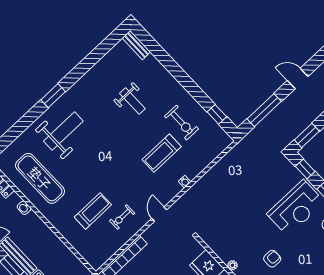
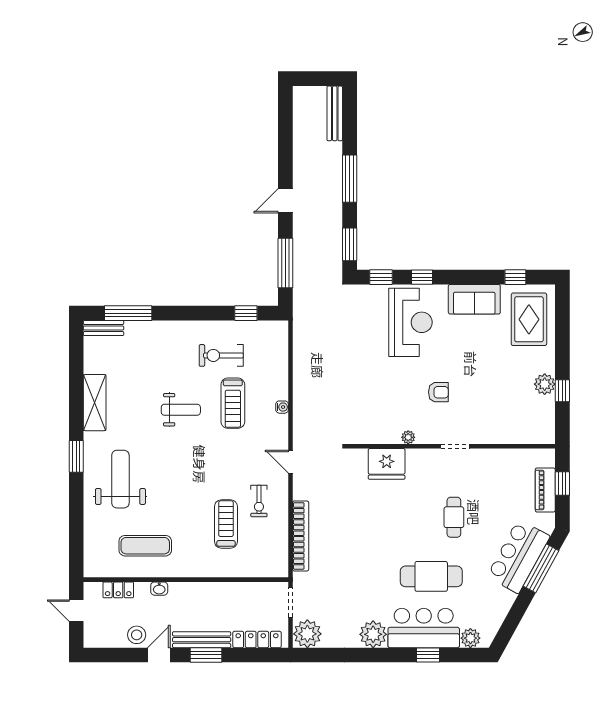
window: (157, 51) -> (128, 313), added
shelving: (92, 78) -> (95, 403), added
weight bench: (132, 101) -> (181, 410), moved
exercise bike: (182, 123) -> (221, 355), turned 180
exercise mat: (40, 178) -> (145, 546), width x0.73, depth x0.69
armchair: (272, 259) -> (438, 392), turned 90

